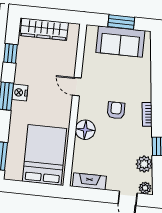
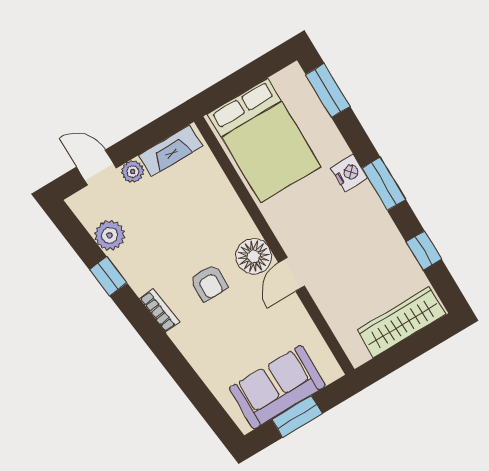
door: (77, 87) -> (291, 274), swing flipped
nightstand: (20, 93) -> (349, 173), moved
floor lamp: (85, 130) -> (254, 256), moved
plant: (145, 188) -> (133, 172), moved

